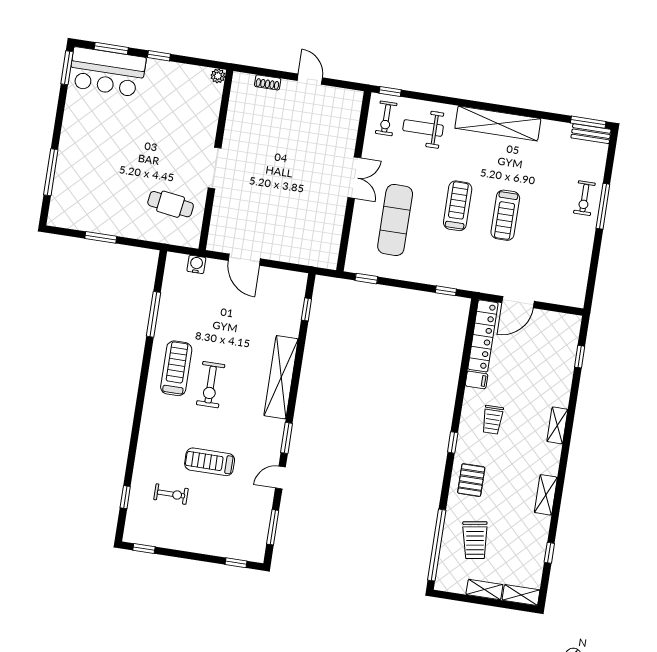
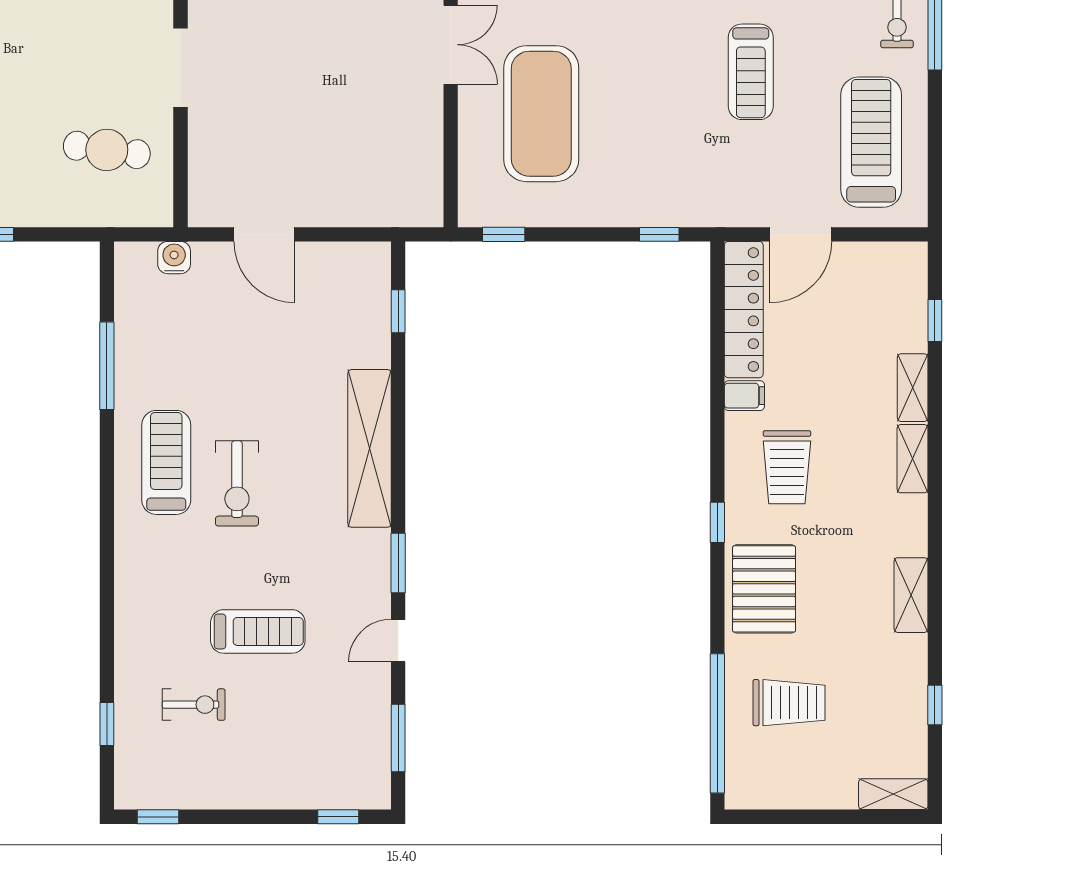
treadmill: (458, 206) -> (871, 142), moved, width x1.37, depth x1.38
exercise mat: (395, 220) -> (541, 114), width x1.47
trolley: (493, 420) -> (787, 467), width x1.36, depth x1.39
treadmill: (210, 462) -> (258, 631), turned 180
pallet: (471, 480) -> (764, 589), width x1.50, depth x1.42
trolley: (475, 540) -> (789, 703), turned -81
shelving: (484, 590) -> (913, 388), moved, turned 90

